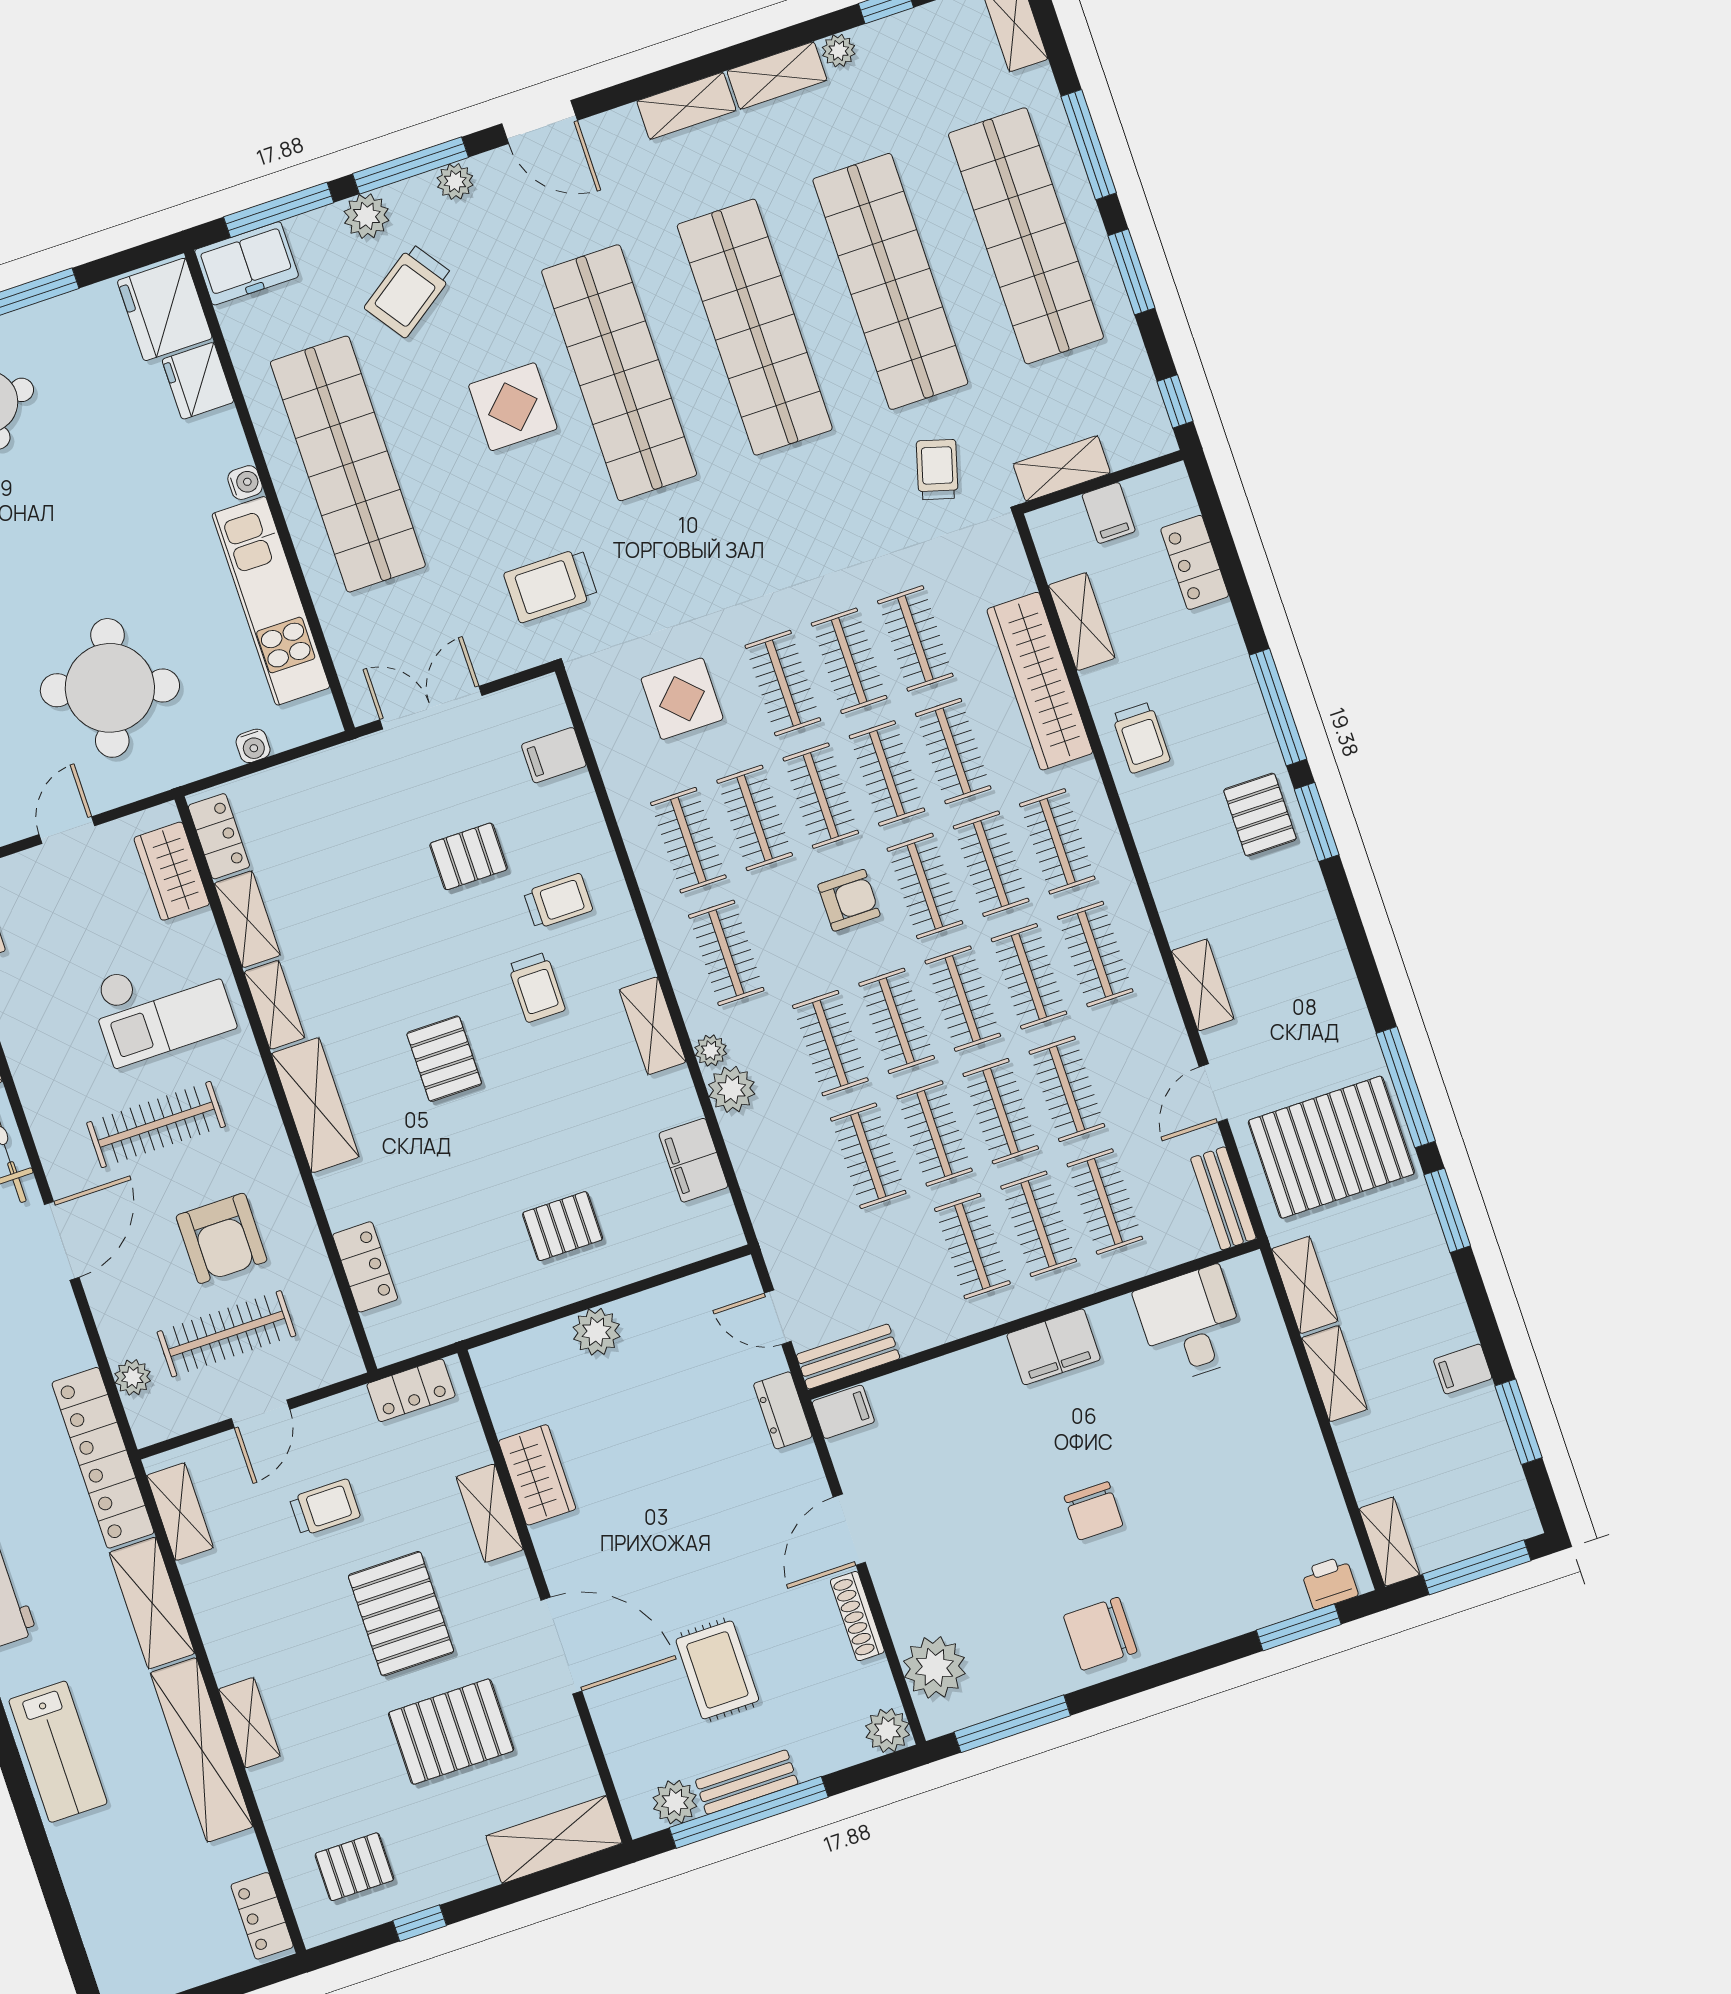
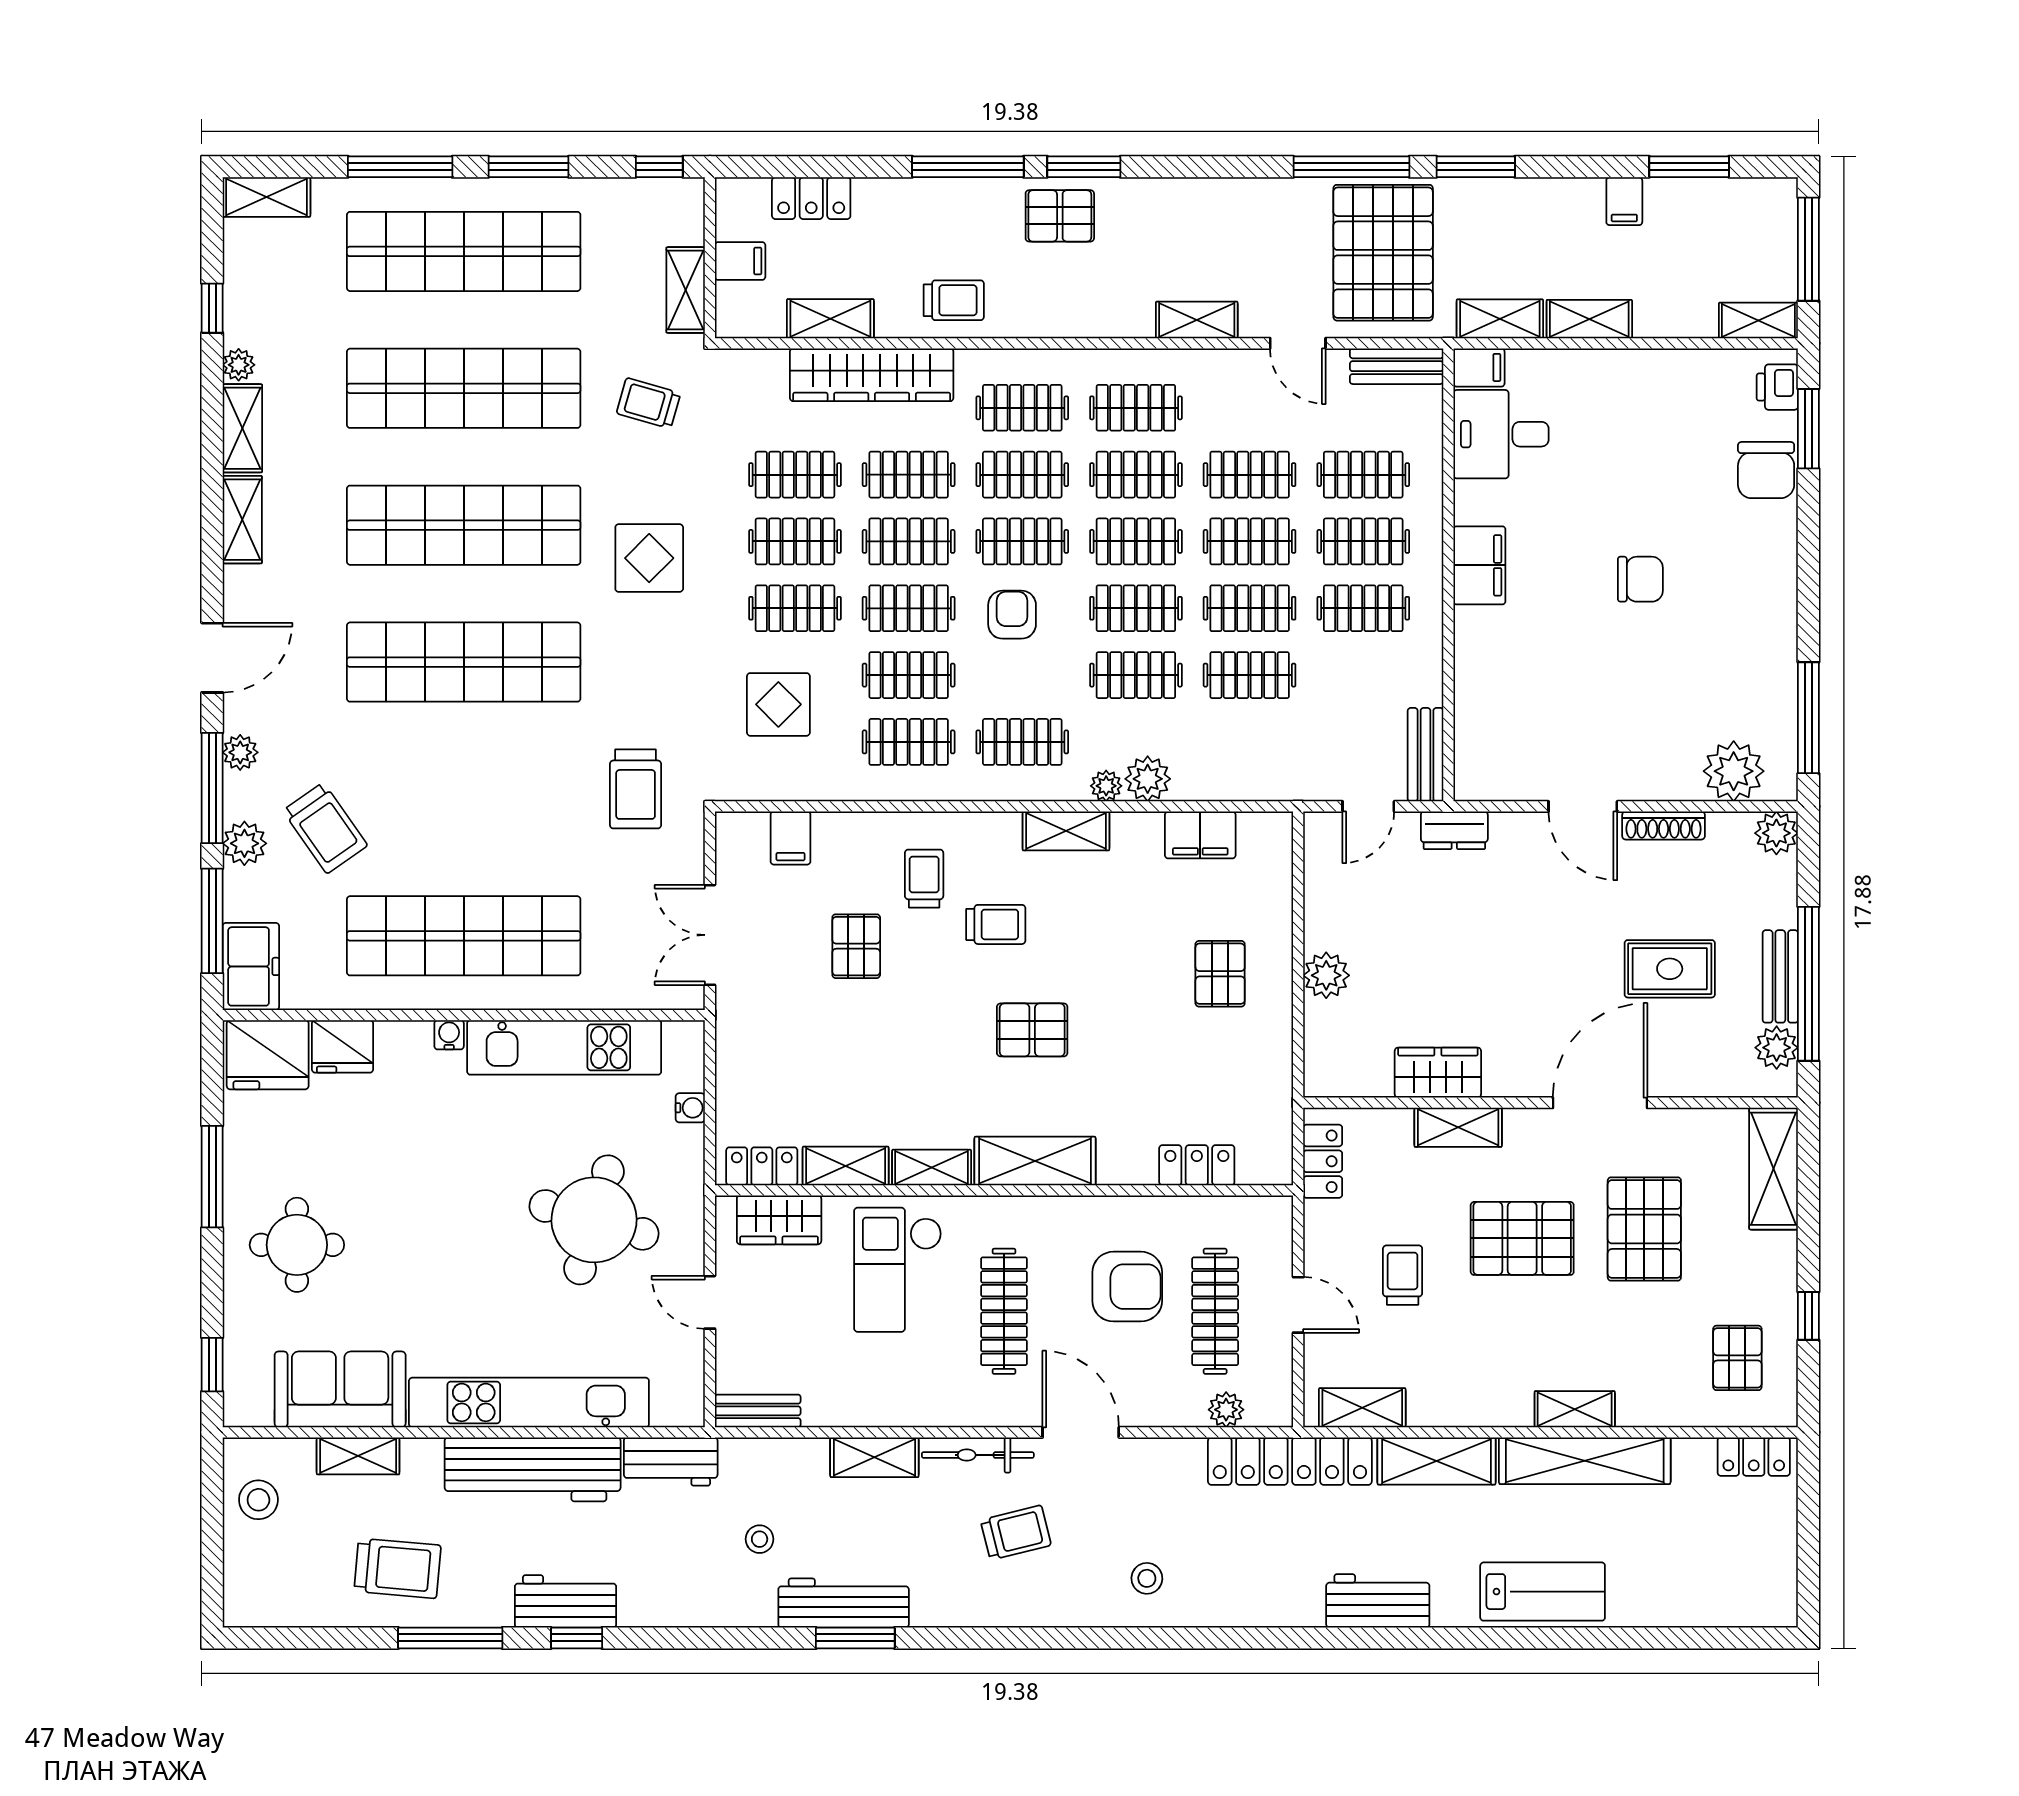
display table: (513, 407) -> (649, 558), moved
checkout: (162, 1006) -> (898, 1270), turned 180
filing cabinet: (843, 1412) -> (1479, 367), moved, turned 90
chair: (1100, 1634) -> (1766, 470), moved

